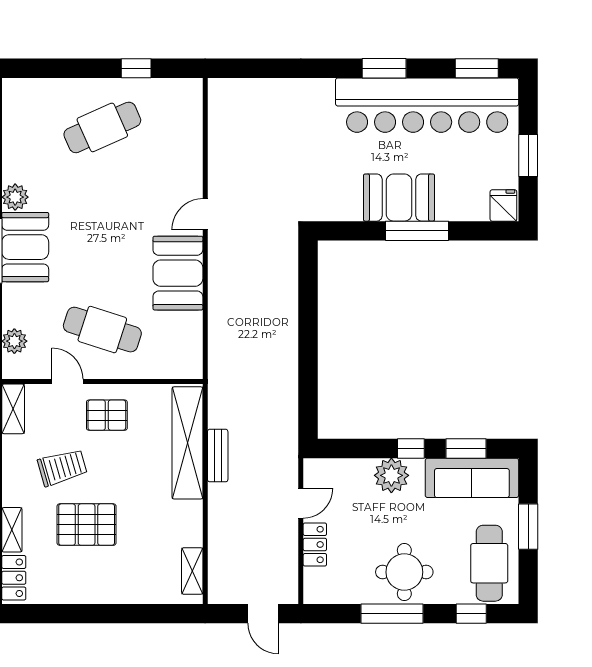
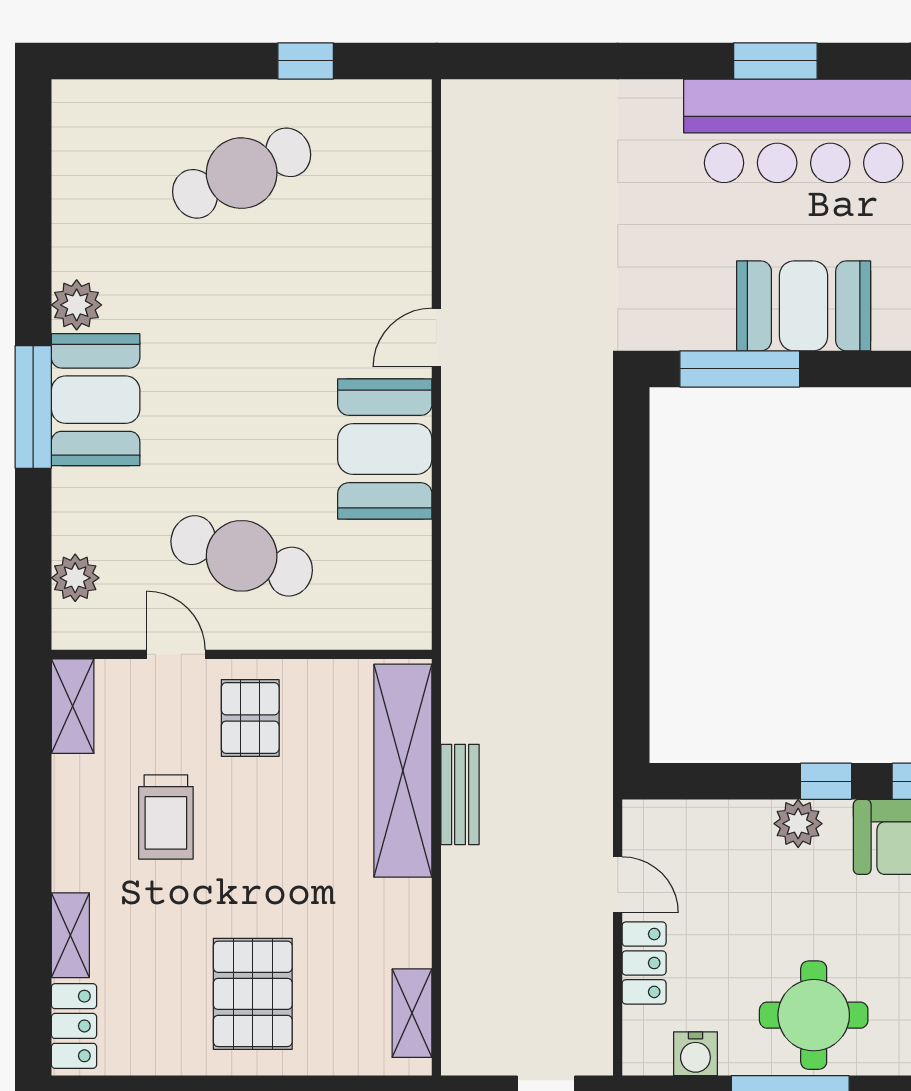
window: (417, 231) -> (740, 369), moved
pallet: (107, 415) -> (250, 718), turned 90
trolley: (62, 467) -> (166, 817), turned 106
plant: (391, 475) -> (798, 824), width x0.73, depth x0.73
door: (301, 503) -> (618, 885), hinge flipped
pallet: (87, 525) -> (253, 994), moved, turned 90
water cooler: (342, 592) -> (695, 1054), added

